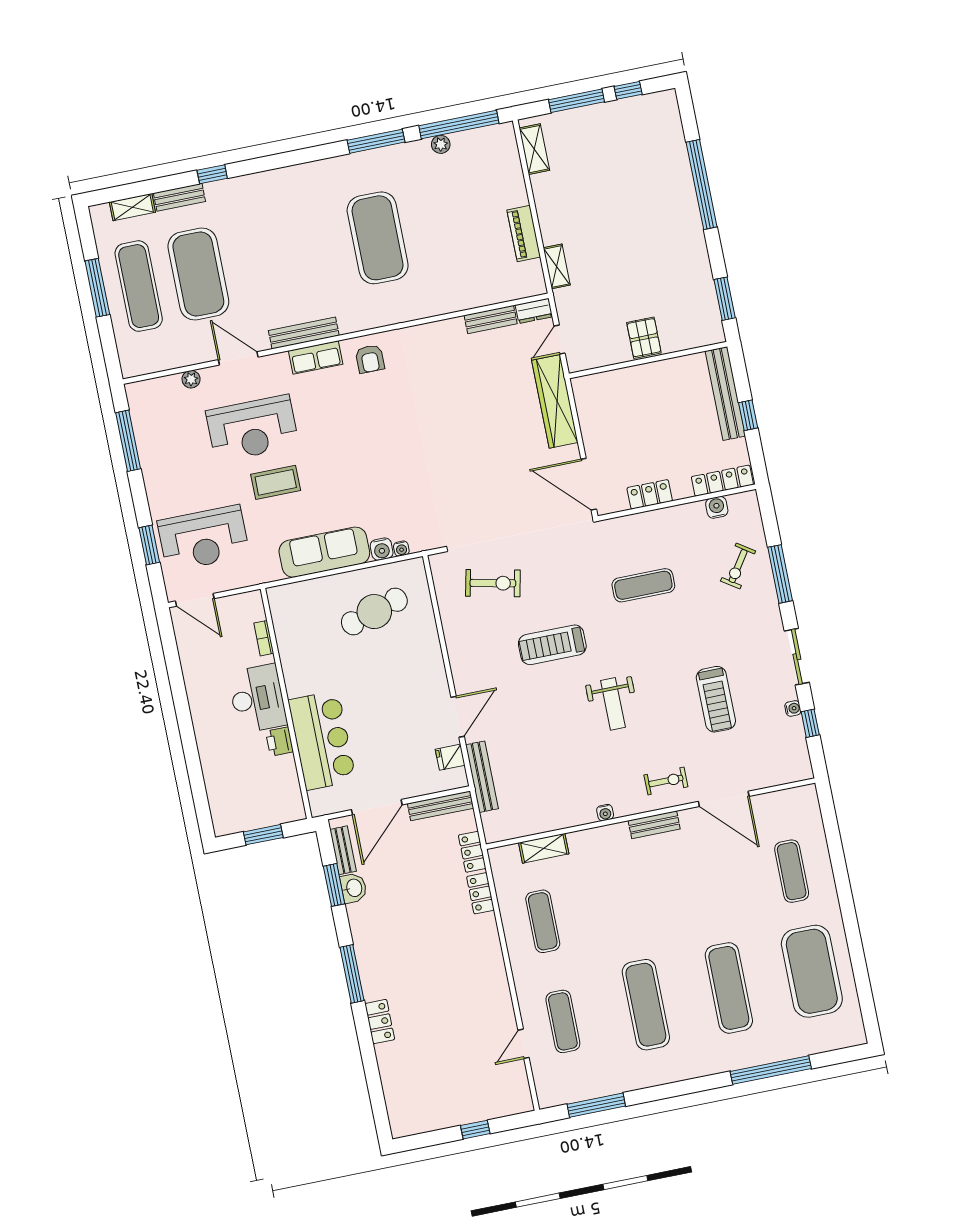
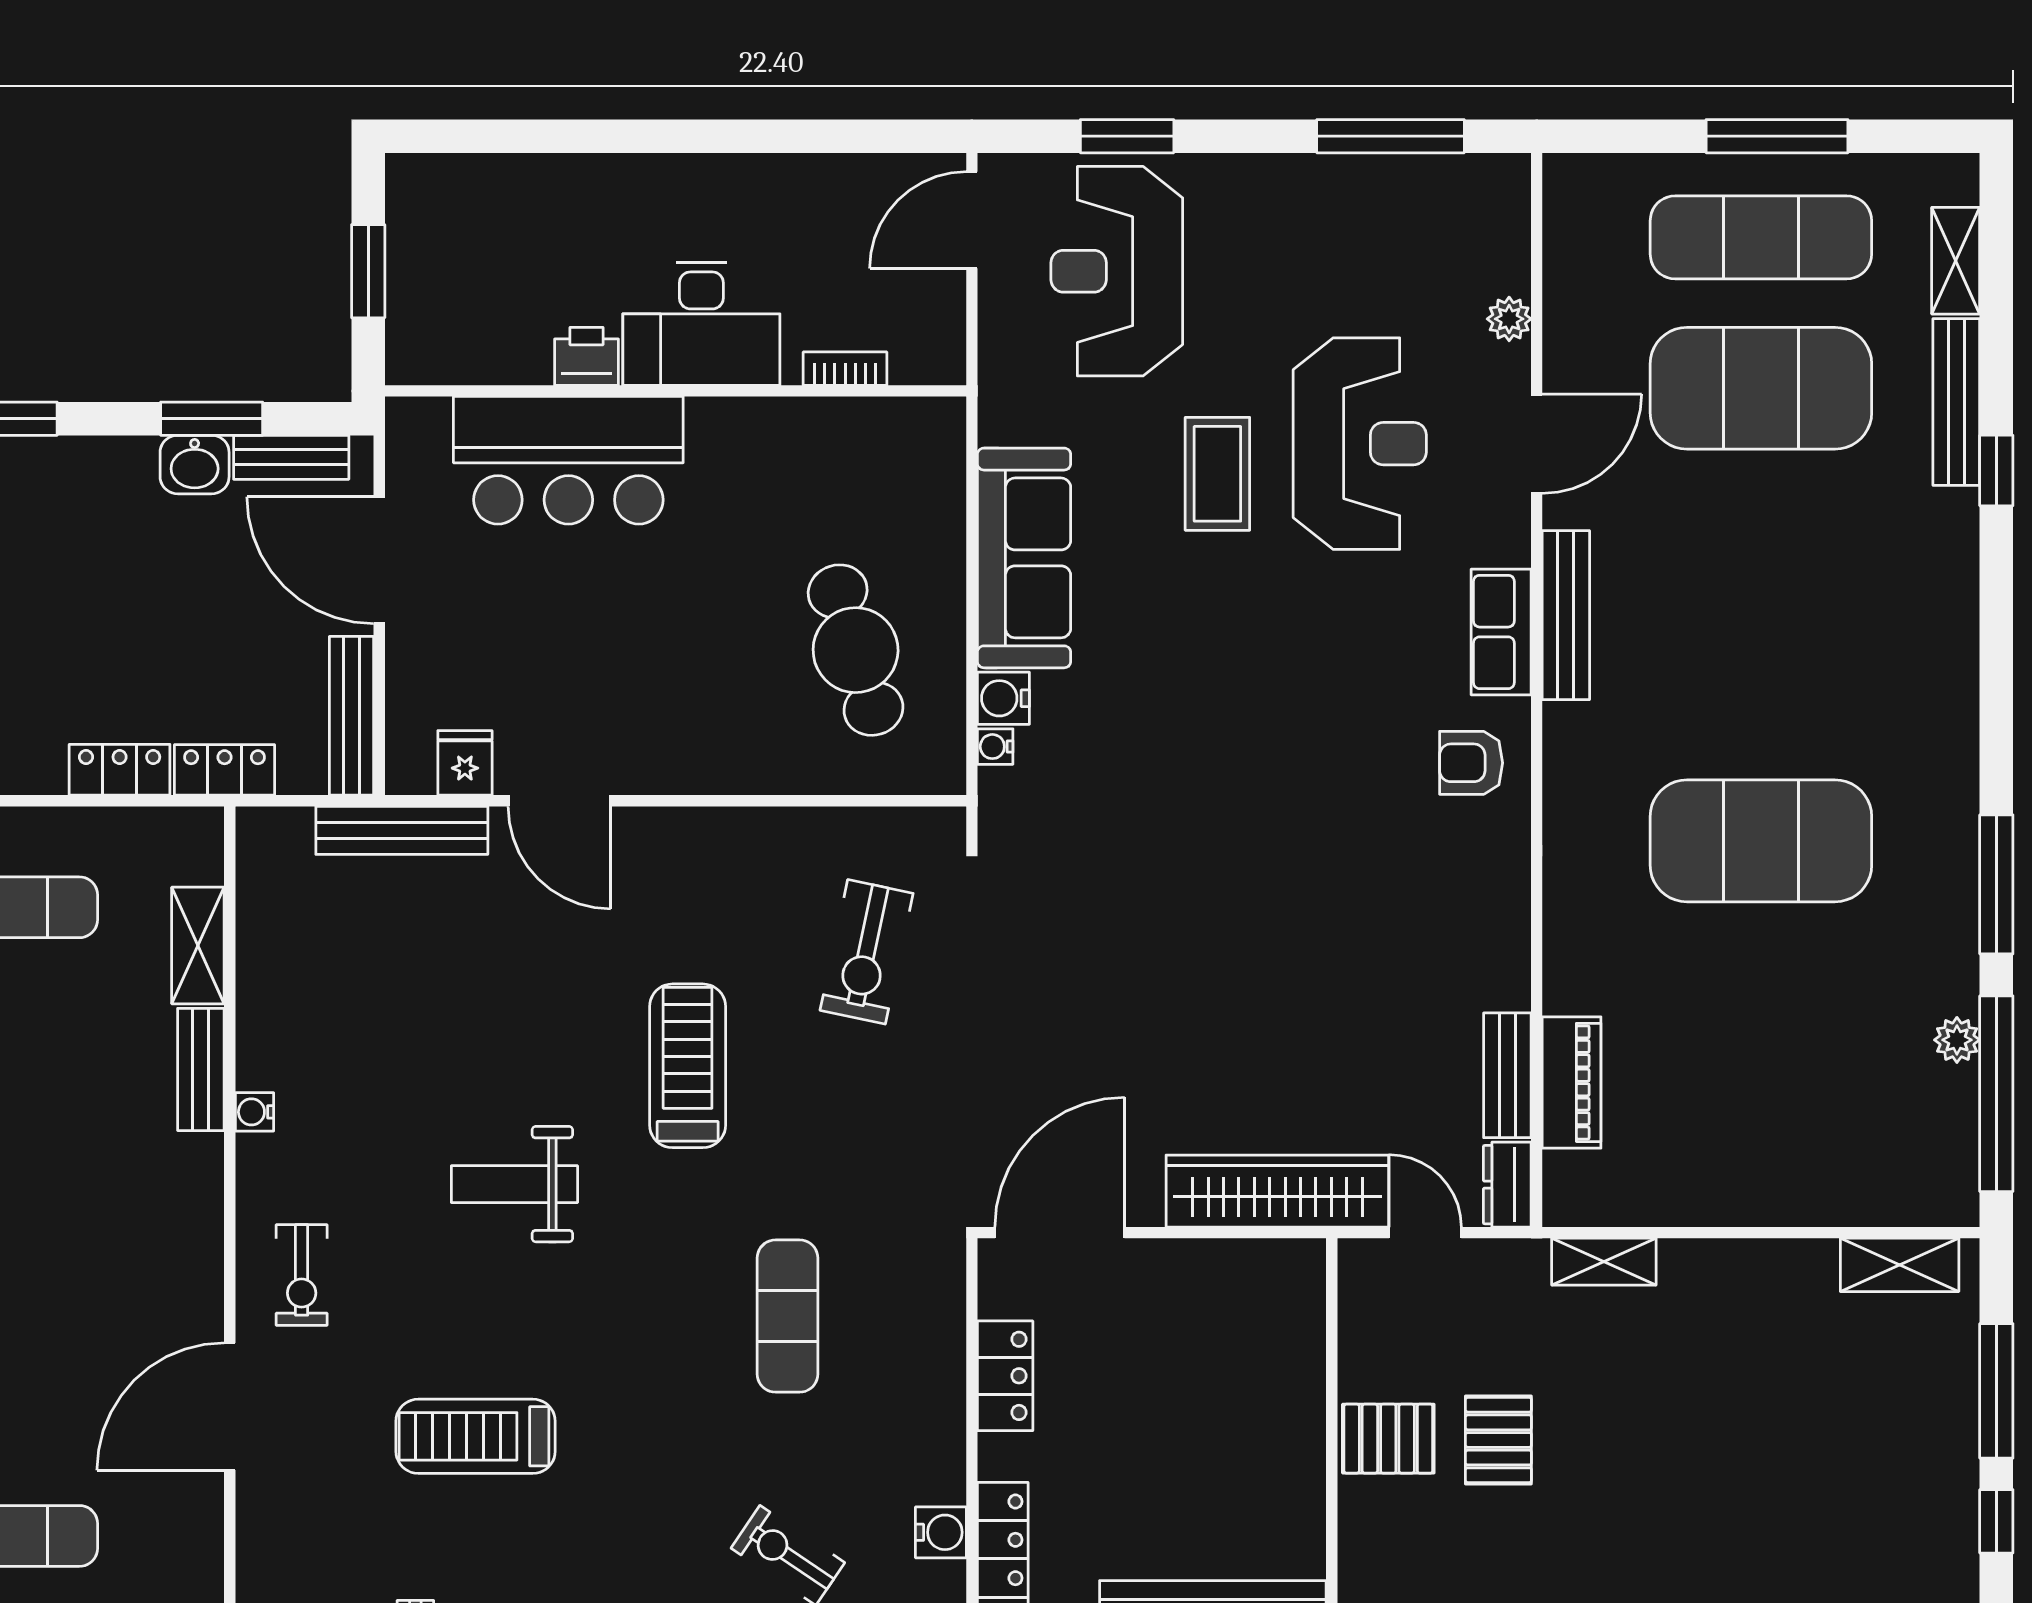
bench: (179, 197) -> (1956, 402), width x1.36
piano: (524, 233) -> (1572, 1082), moved, turned 90
pallet: (636, 294) -> (1498, 1440), added
reception desk: (252, 428) -> (1360, 444), turned 180
bench: (654, 825) -> (201, 1069), moved

